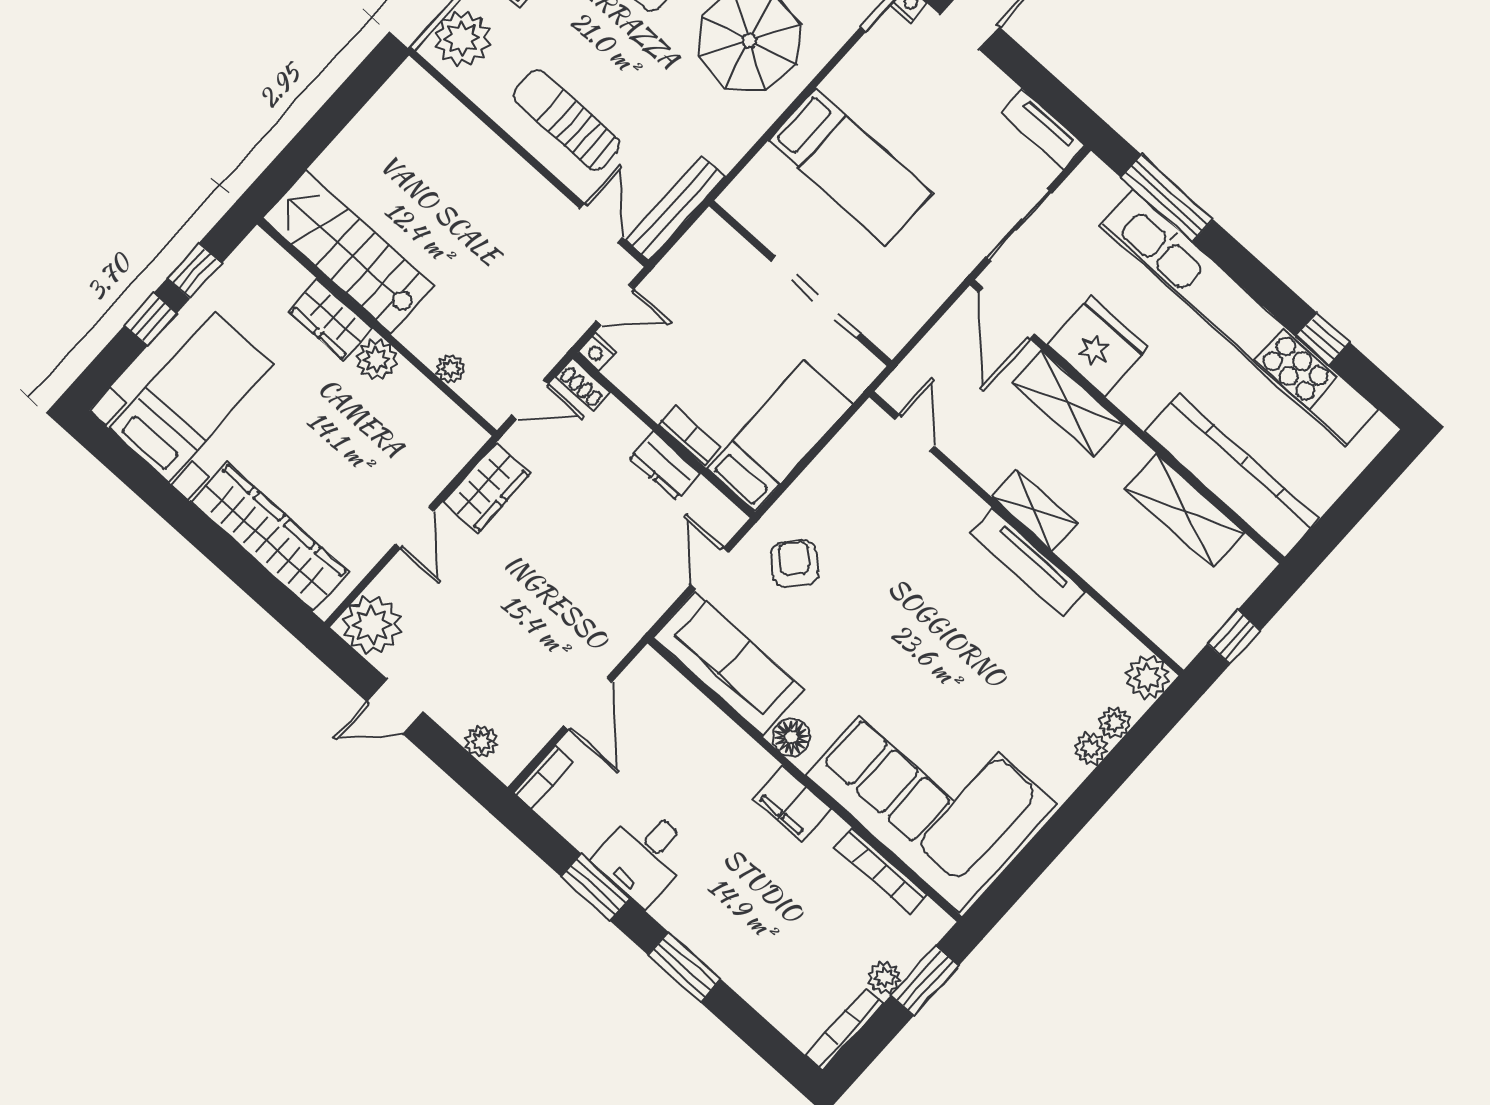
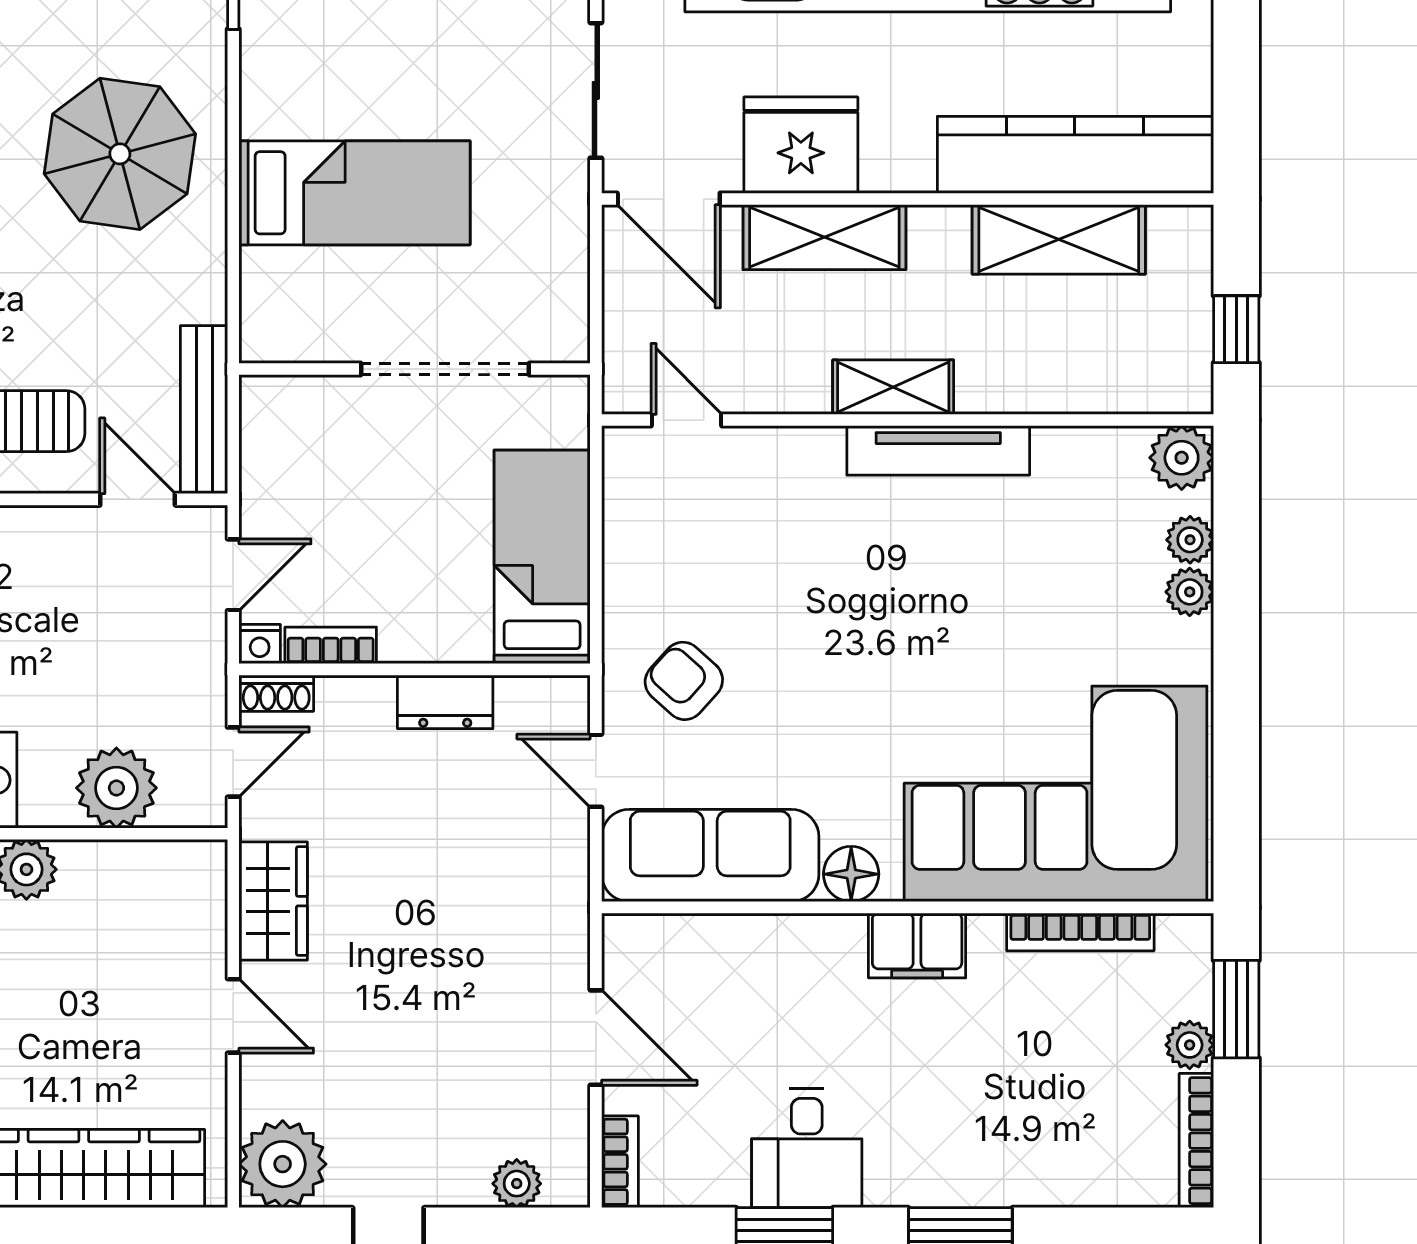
plant: (451, 369) -> (116, 788), width x1.87, depth x1.87
bookcase: (689, 436) -> (331, 645), moved

